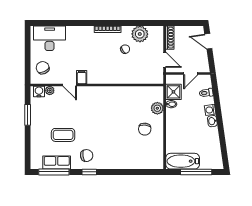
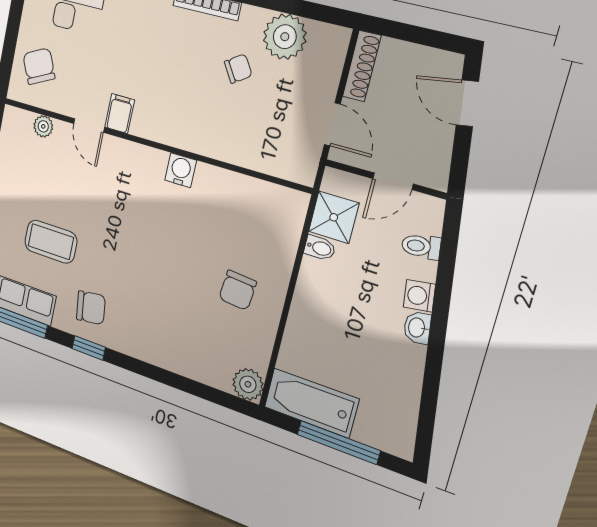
water cooler: (39, 92) -> (181, 170), moved
plant: (157, 108) -> (248, 384), moved

